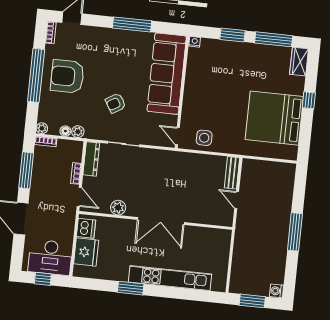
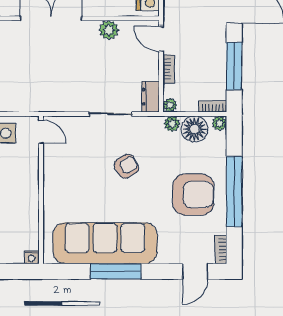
sofa: (167, 74) -> (105, 243), moved, turned -90
floor lamp: (65, 131) -> (195, 129), width x1.89, depth x1.89
plant: (78, 146) -> (170, 105), added
dresser: (91, 159) -> (151, 97), width x0.70

